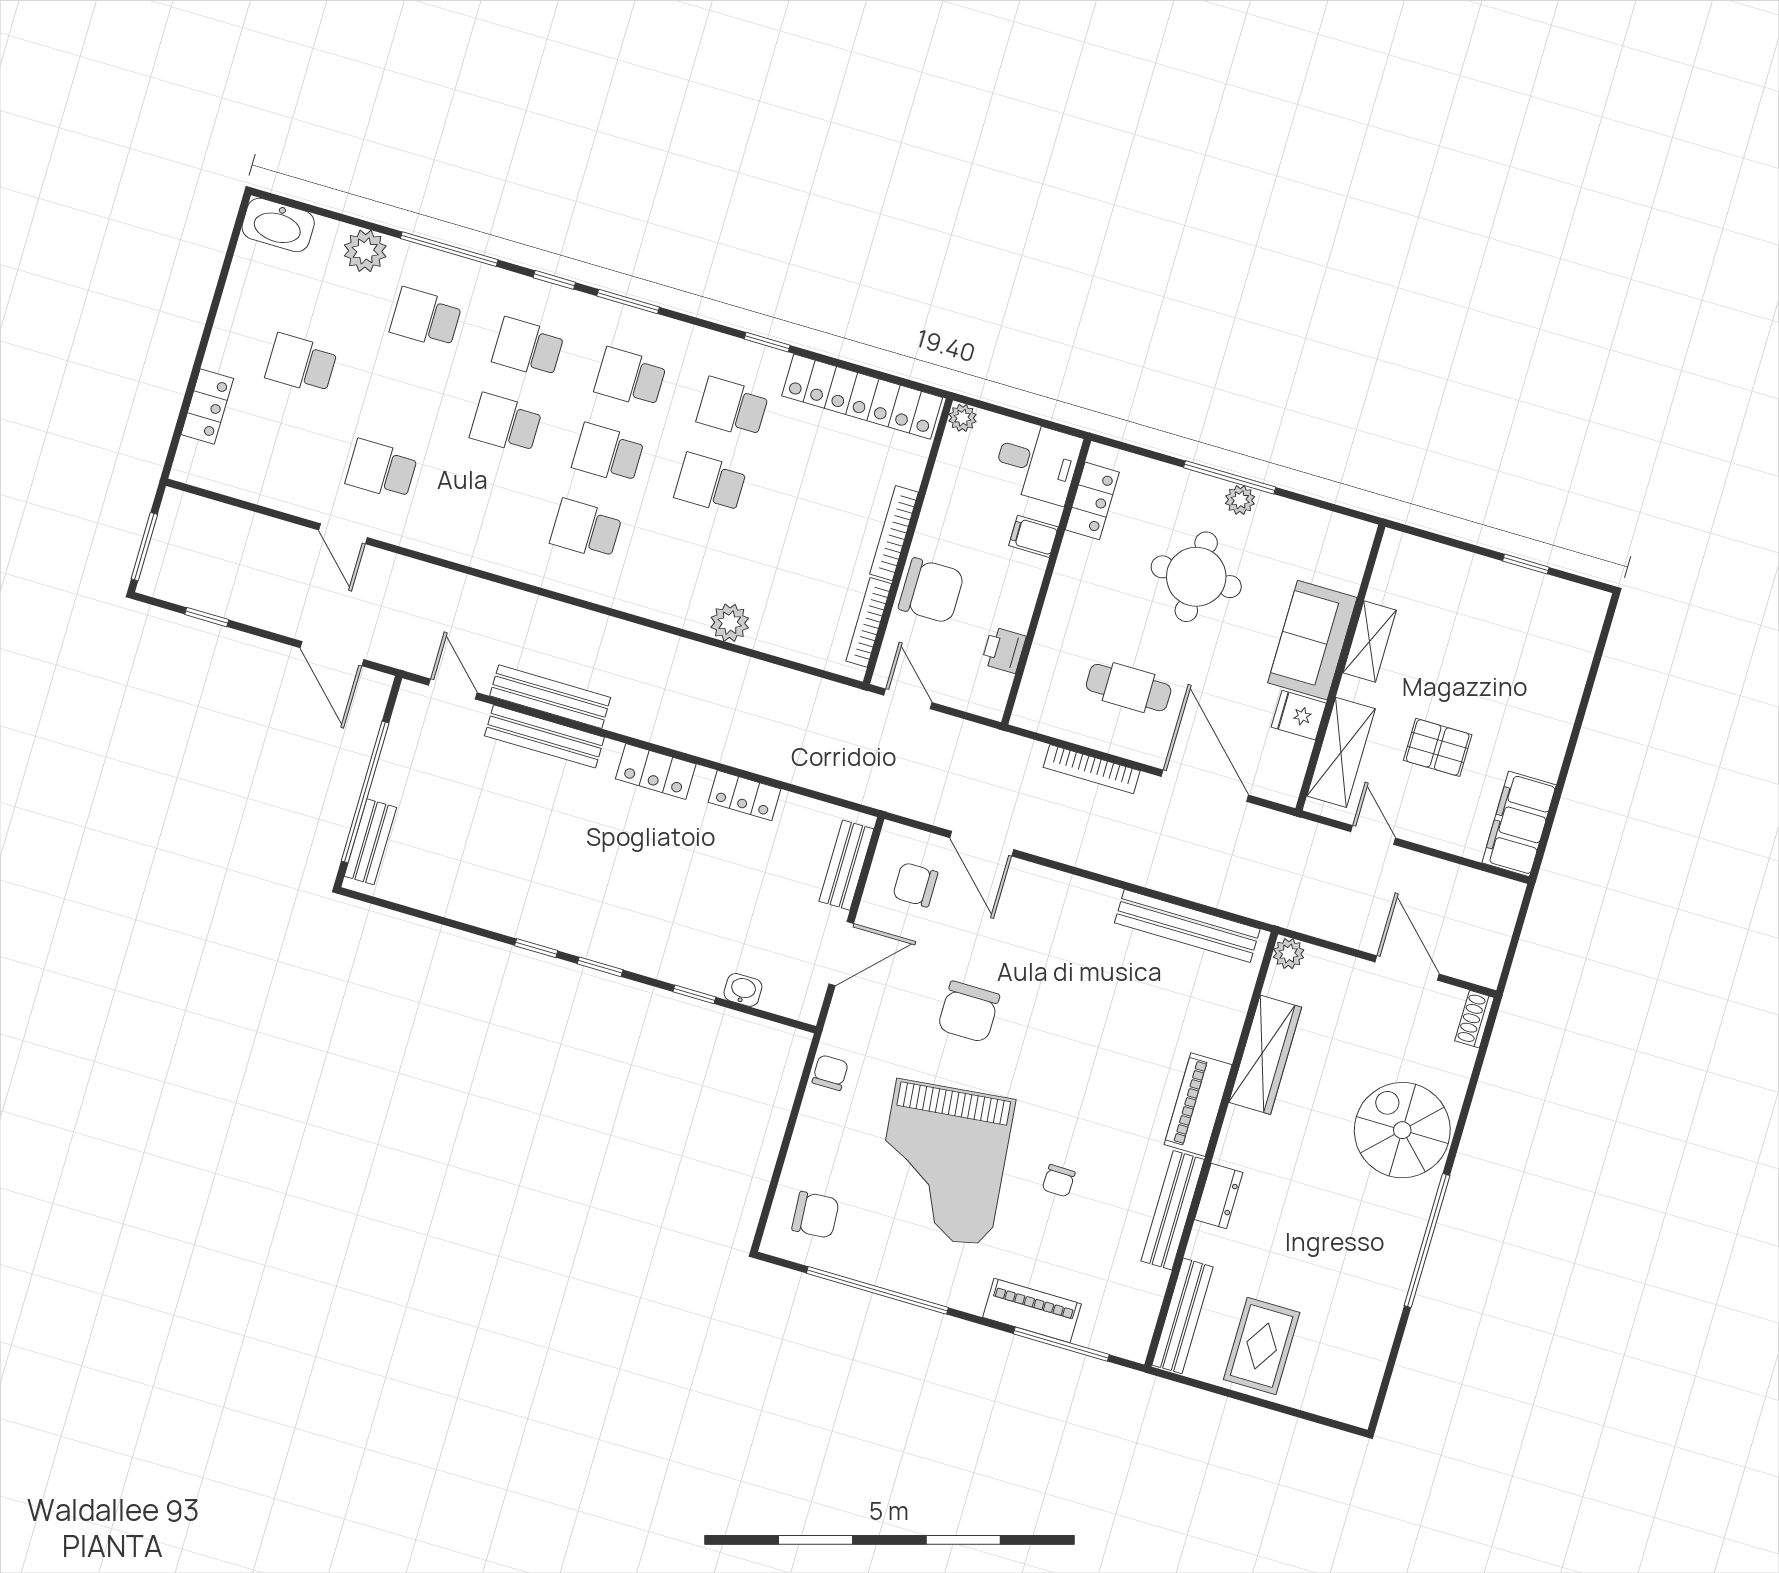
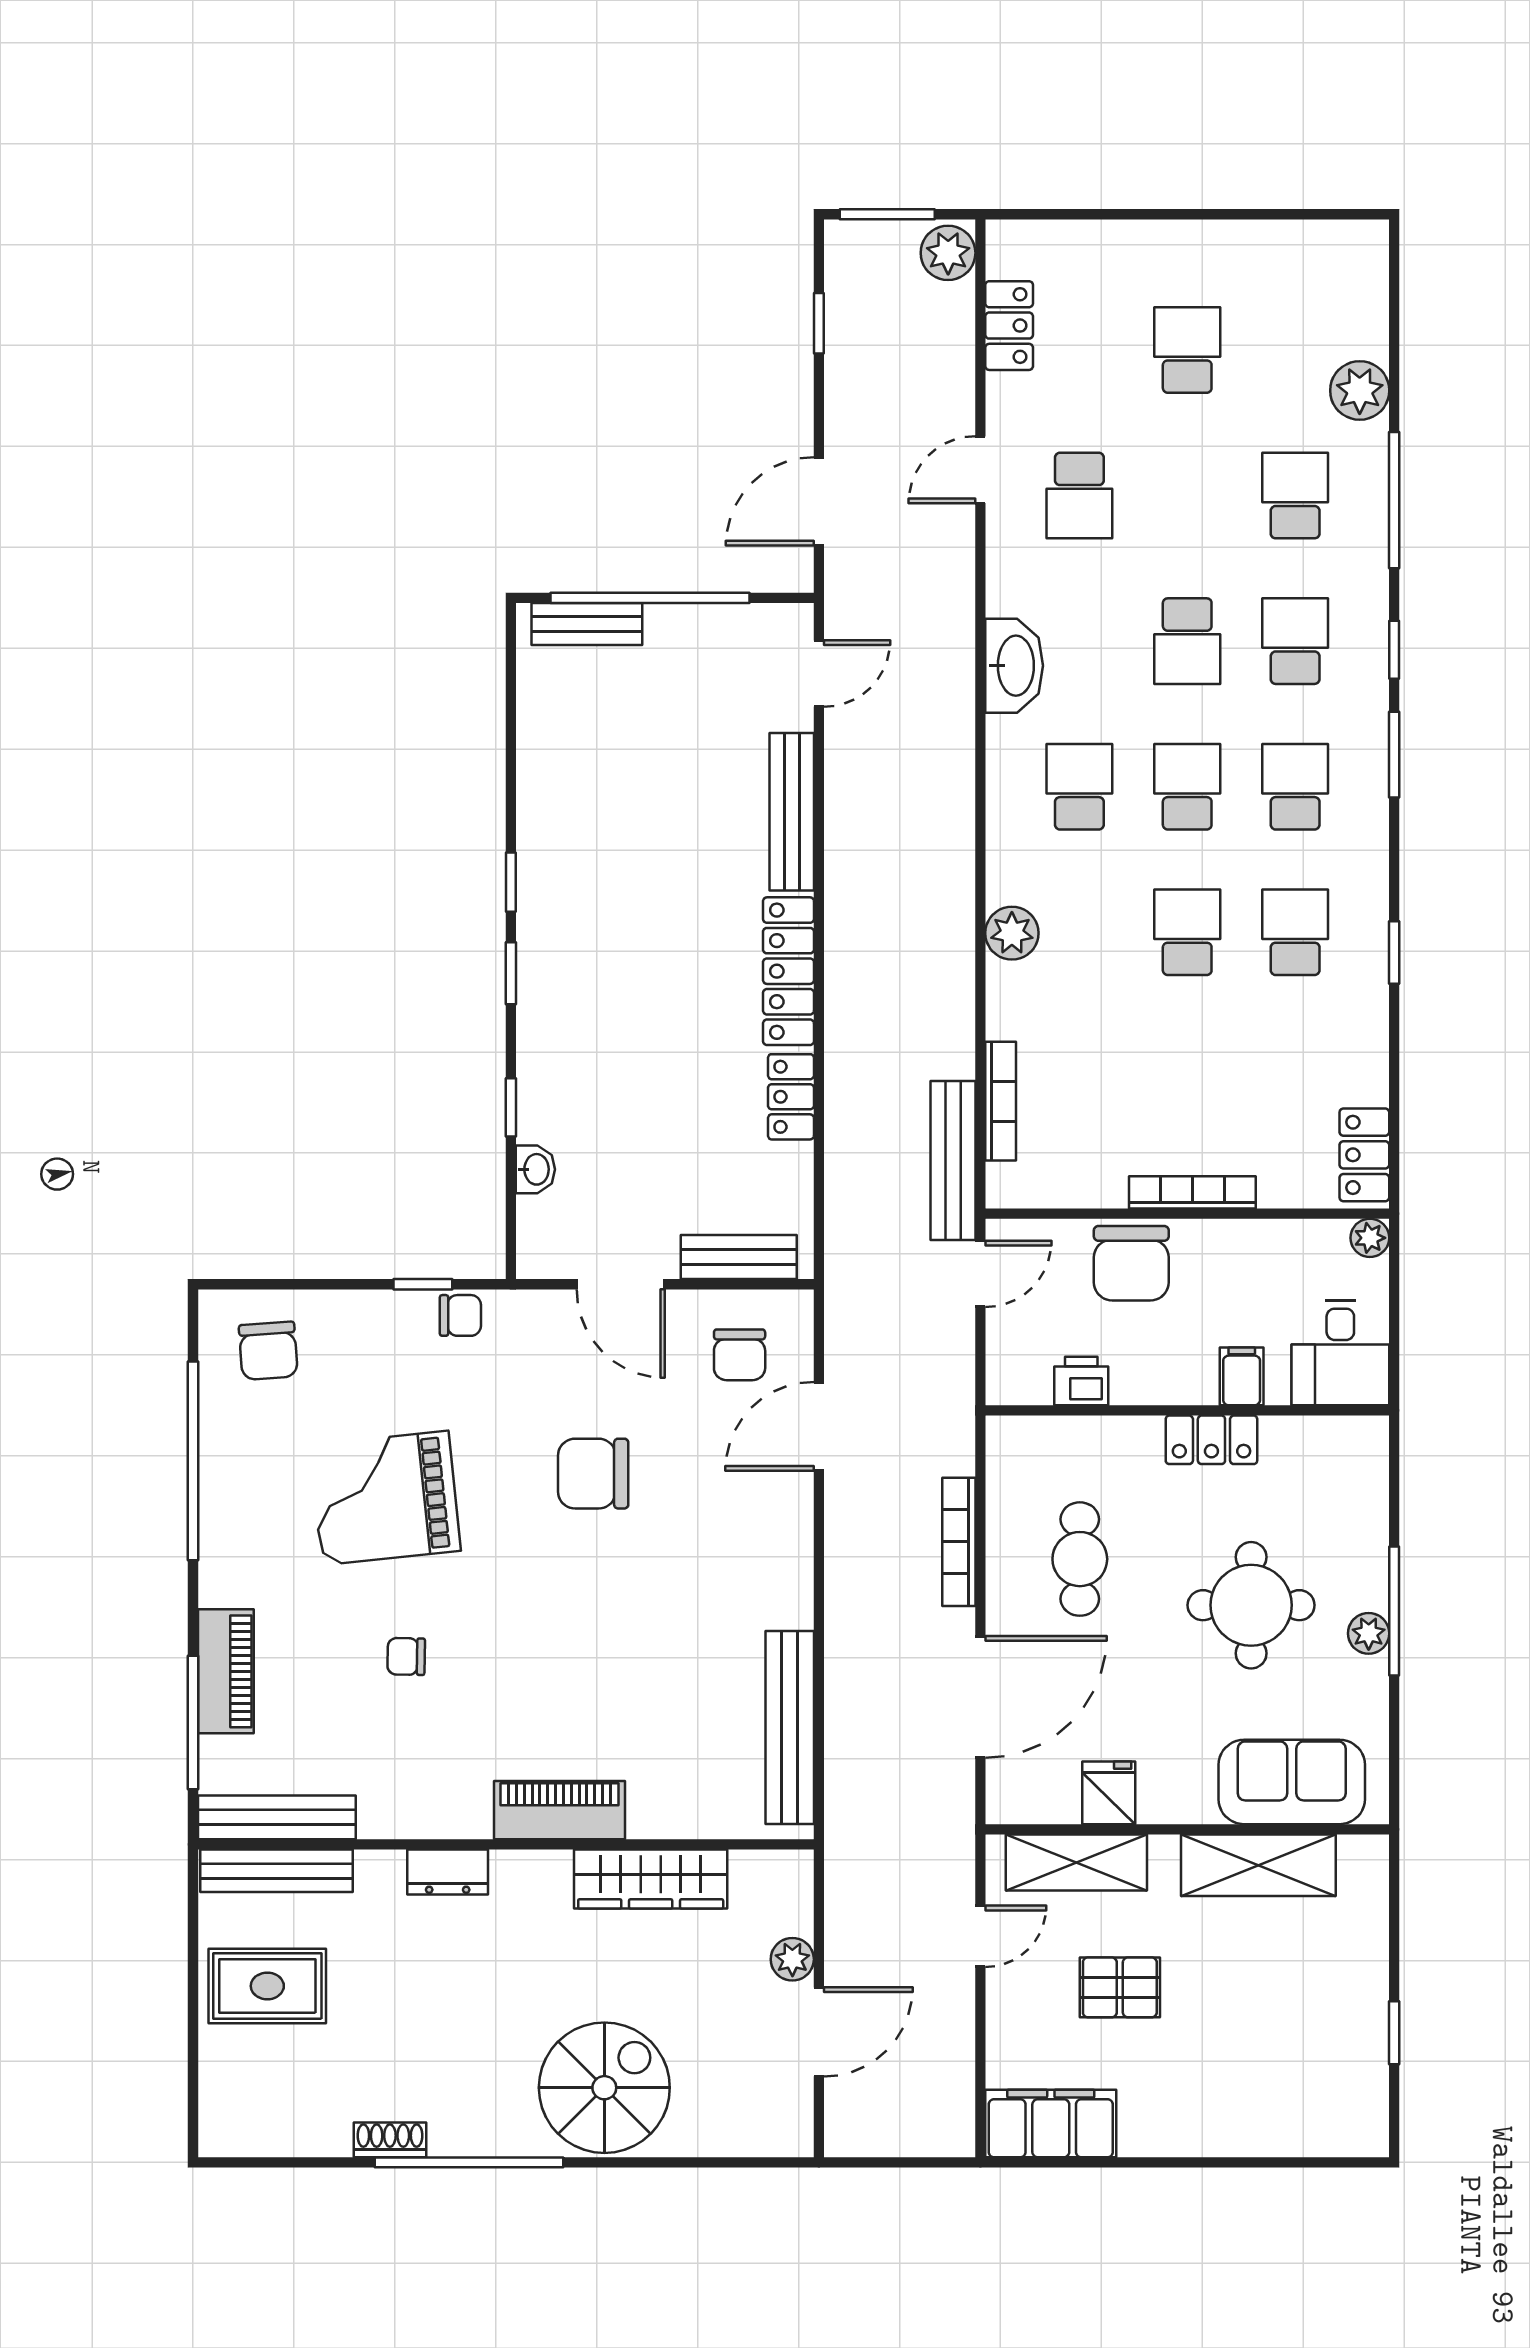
washbasin: (278, 225) -> (1014, 666), moved, turned 180
locker: (862, 397) -> (1364, 1155), width x0.46, depth x0.83
locker: (207, 407) -> (1009, 326), moved, turned -90
school desk: (506, 424) -> (1187, 641), turned 180
school desk: (381, 469) -> (1079, 496), turned 180
locker: (1092, 501) -> (1211, 1440), moved
plant: (184, 512) -> (948, 253), added
bookcase: (869, 622) -> (1001, 1101), moved, turned 90
plant: (730, 623) -> (1012, 933), moved
sofa: (1312, 640) -> (1292, 1782), moved
shelving: (1370, 642) -> (1258, 1865), width x1.50, depth x1.33
bench: (550, 697) -> (953, 1161), moved
pallet: (1438, 747) -> (1120, 1987), turned 90
locker: (656, 771) -> (788, 971), width x1.53
chair: (915, 885) -> (740, 1355), turned 180
plant: (1289, 954) -> (792, 1959), moved
shoe rack: (1474, 1019) -> (390, 2140), moved
window: (801, 1093) -> (423, 1284), added
grand piano: (943, 1163) -> (385, 1498), width x0.73, depth x0.68
bench: (1173, 1210) -> (277, 1817), moved

